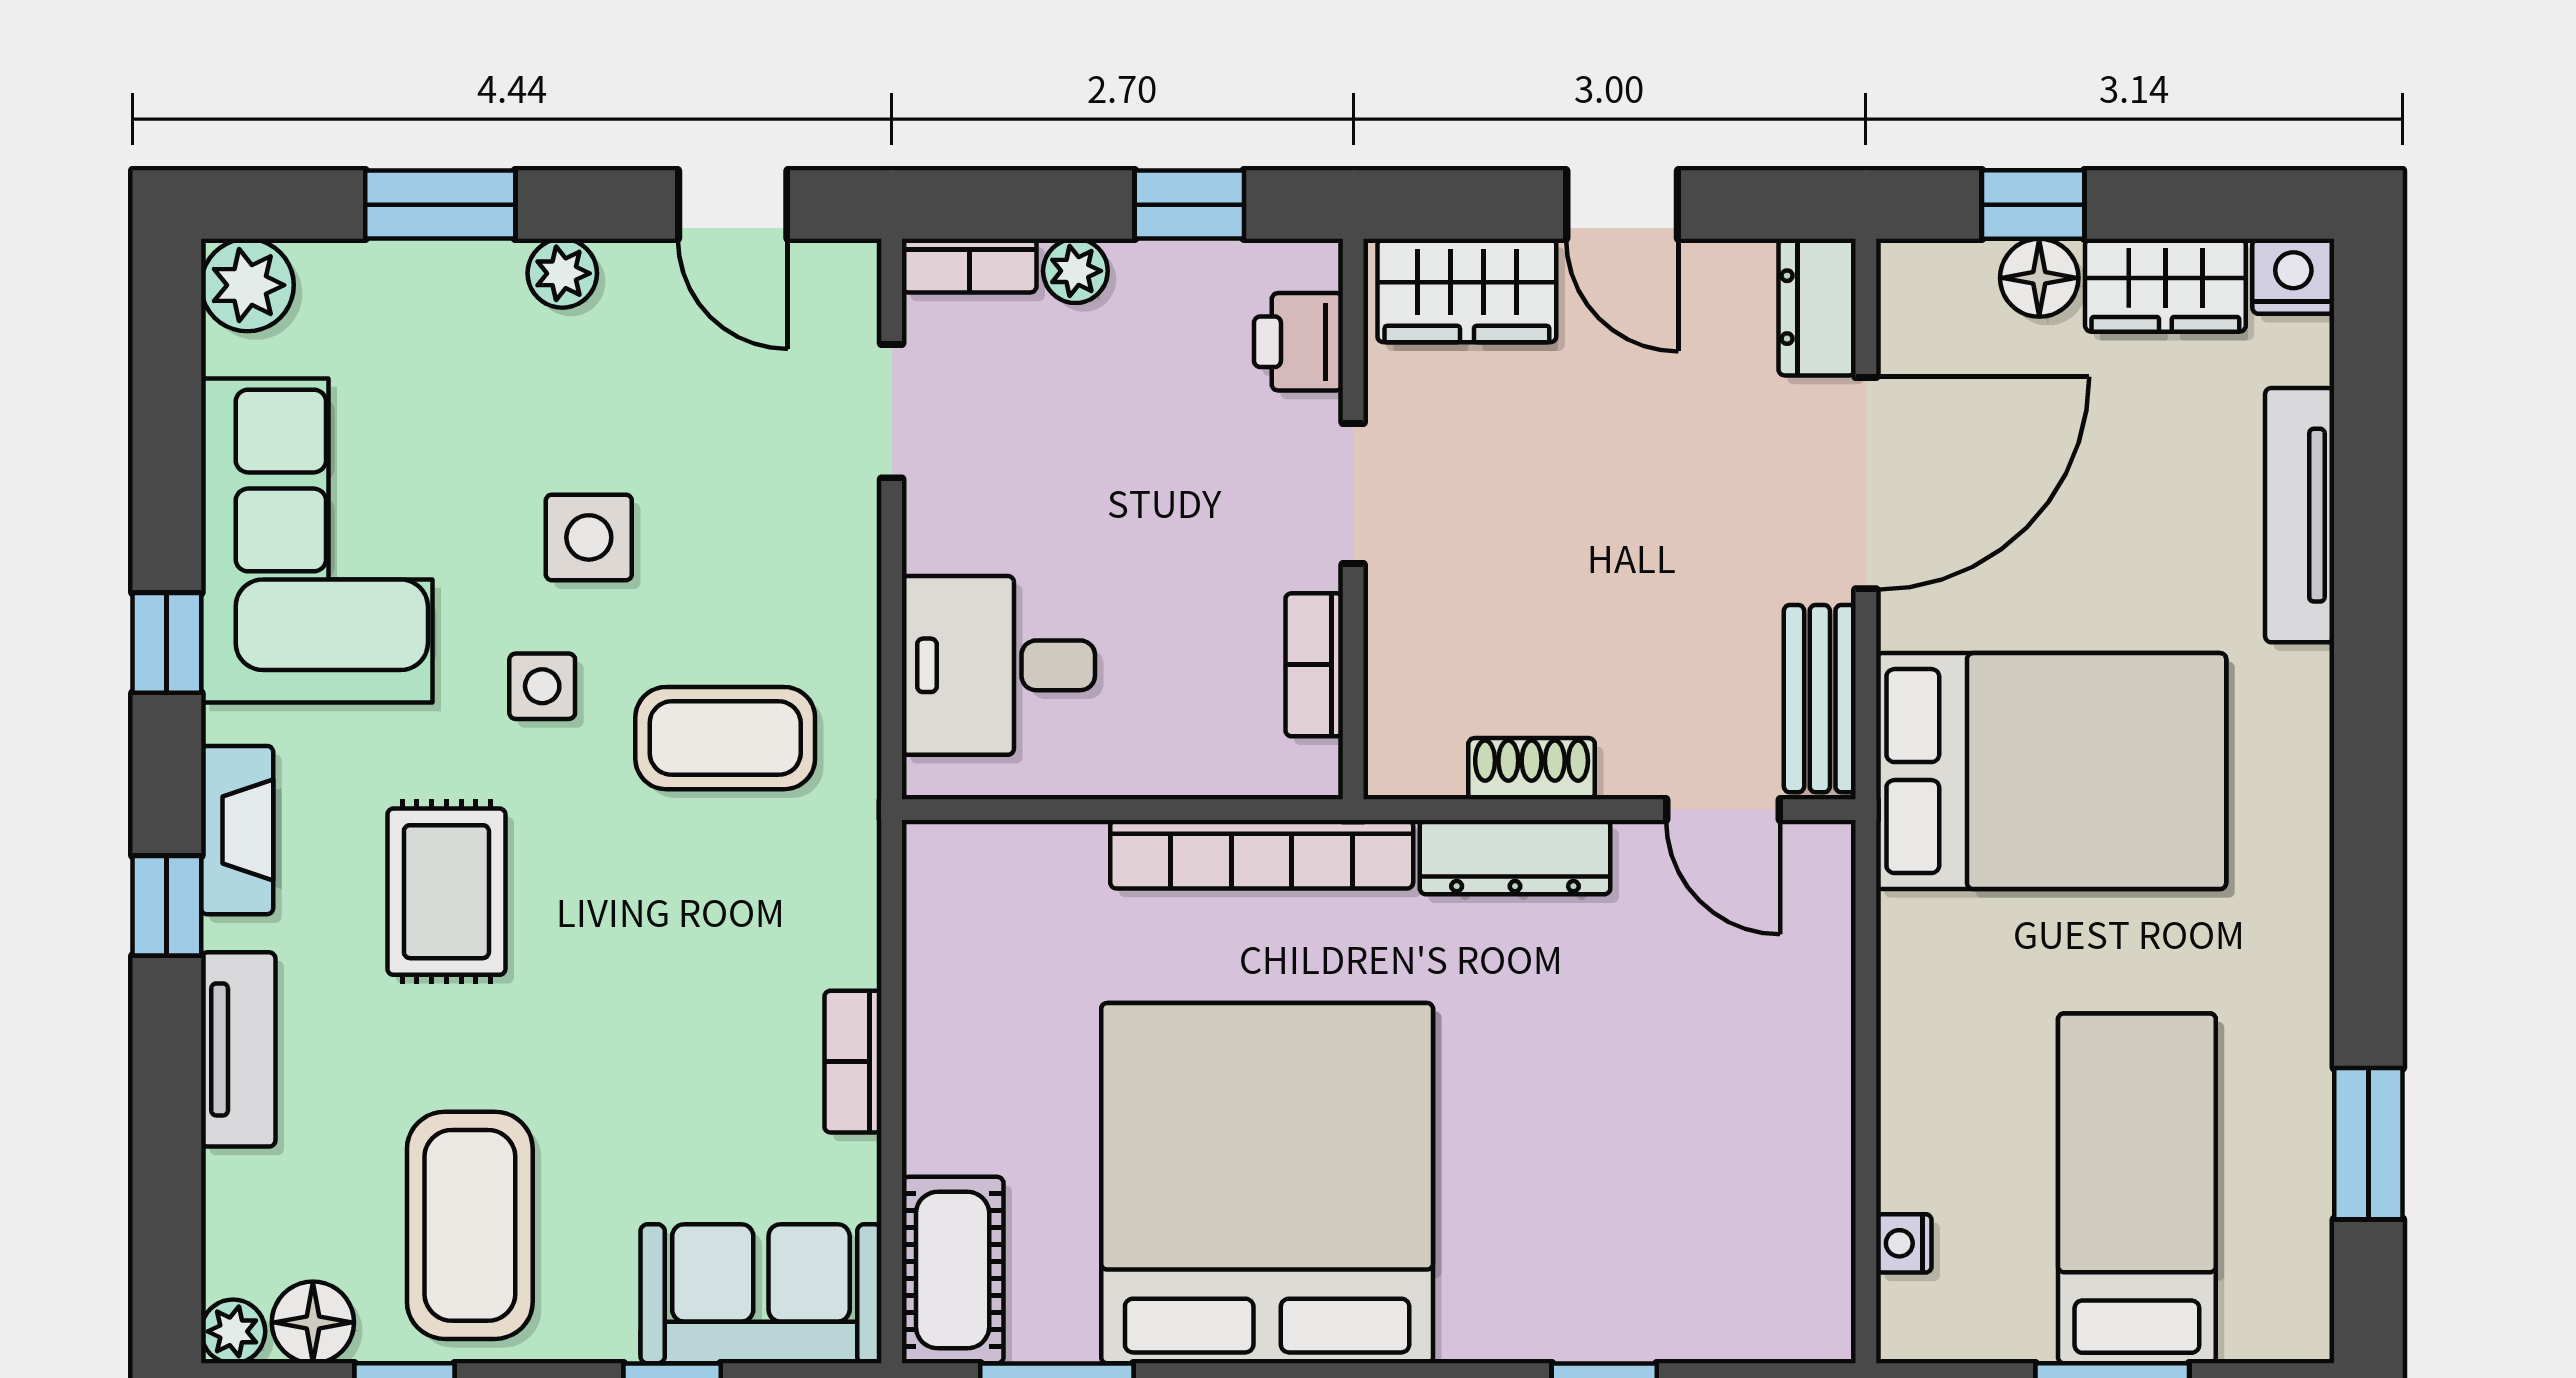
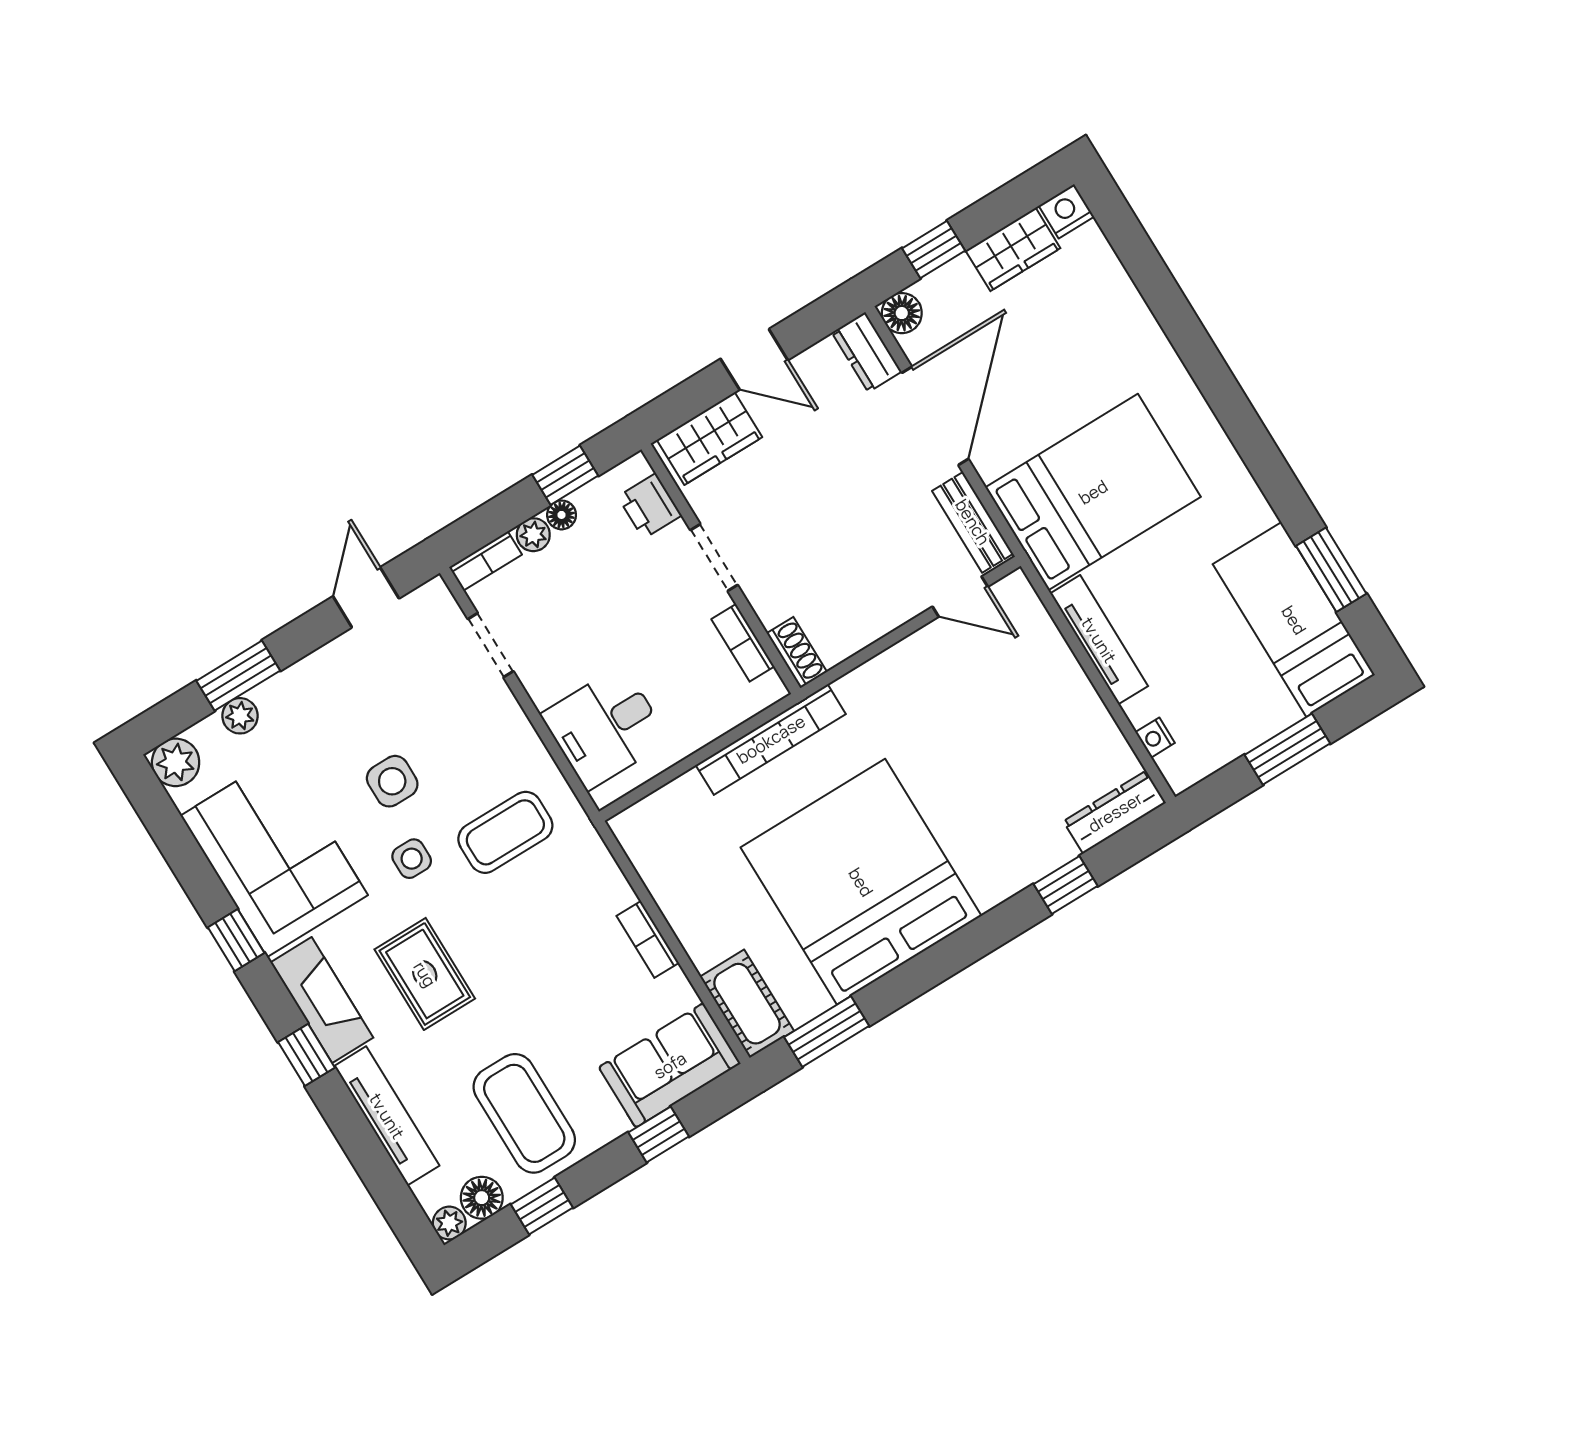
door: (733, 205) -> (366, 597), swing flipped
floor lamp: (1143, 267) -> (562, 515), added
plant: (562, 273) -> (240, 716), moved
floor lamp: (2039, 278) -> (902, 313), moved
tv unit: (2300, 515) -> (1099, 640), moved, turned 180
shoe rack: (1532, 769) -> (797, 653), moved, turned 90
fireplace: (237, 830) -> (322, 1000), width x1.37, depth x1.32
dresser: (1515, 857) -> (1115, 812), moved, turned 180
tv unit: (238, 1049) -> (387, 1116), width x1.41
bed: (2137, 1188) -> (1294, 620), moved

